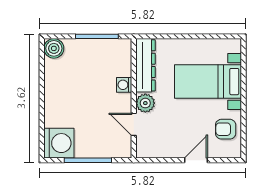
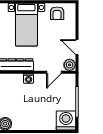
plant: (145, 103) -> (70, 65), moved
door: (196, 160) -> (77, 47), moved

